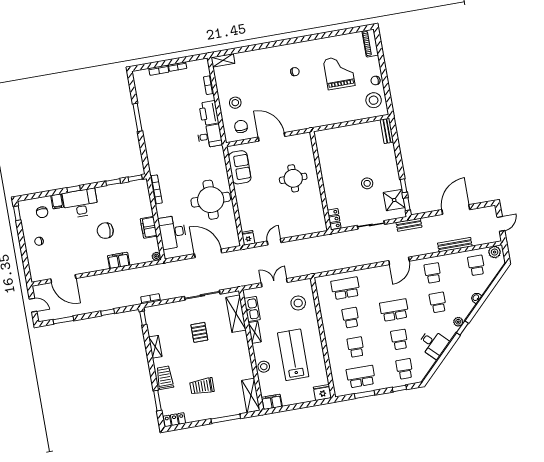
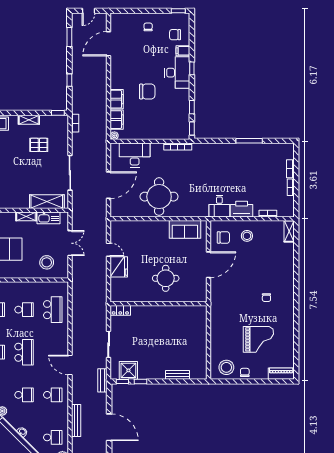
bench: (387, 131) -> (178, 375), moved
stool: (367, 183) -> (149, 348), removed
filing cabinet: (149, 227) -> (117, 120), moved, turned 90
chair: (105, 231) -> (147, 92), turned 90
fridge: (248, 238) -> (119, 267), moved, width x1.88, depth x1.34
pallet: (199, 332) -> (39, 145), moved

